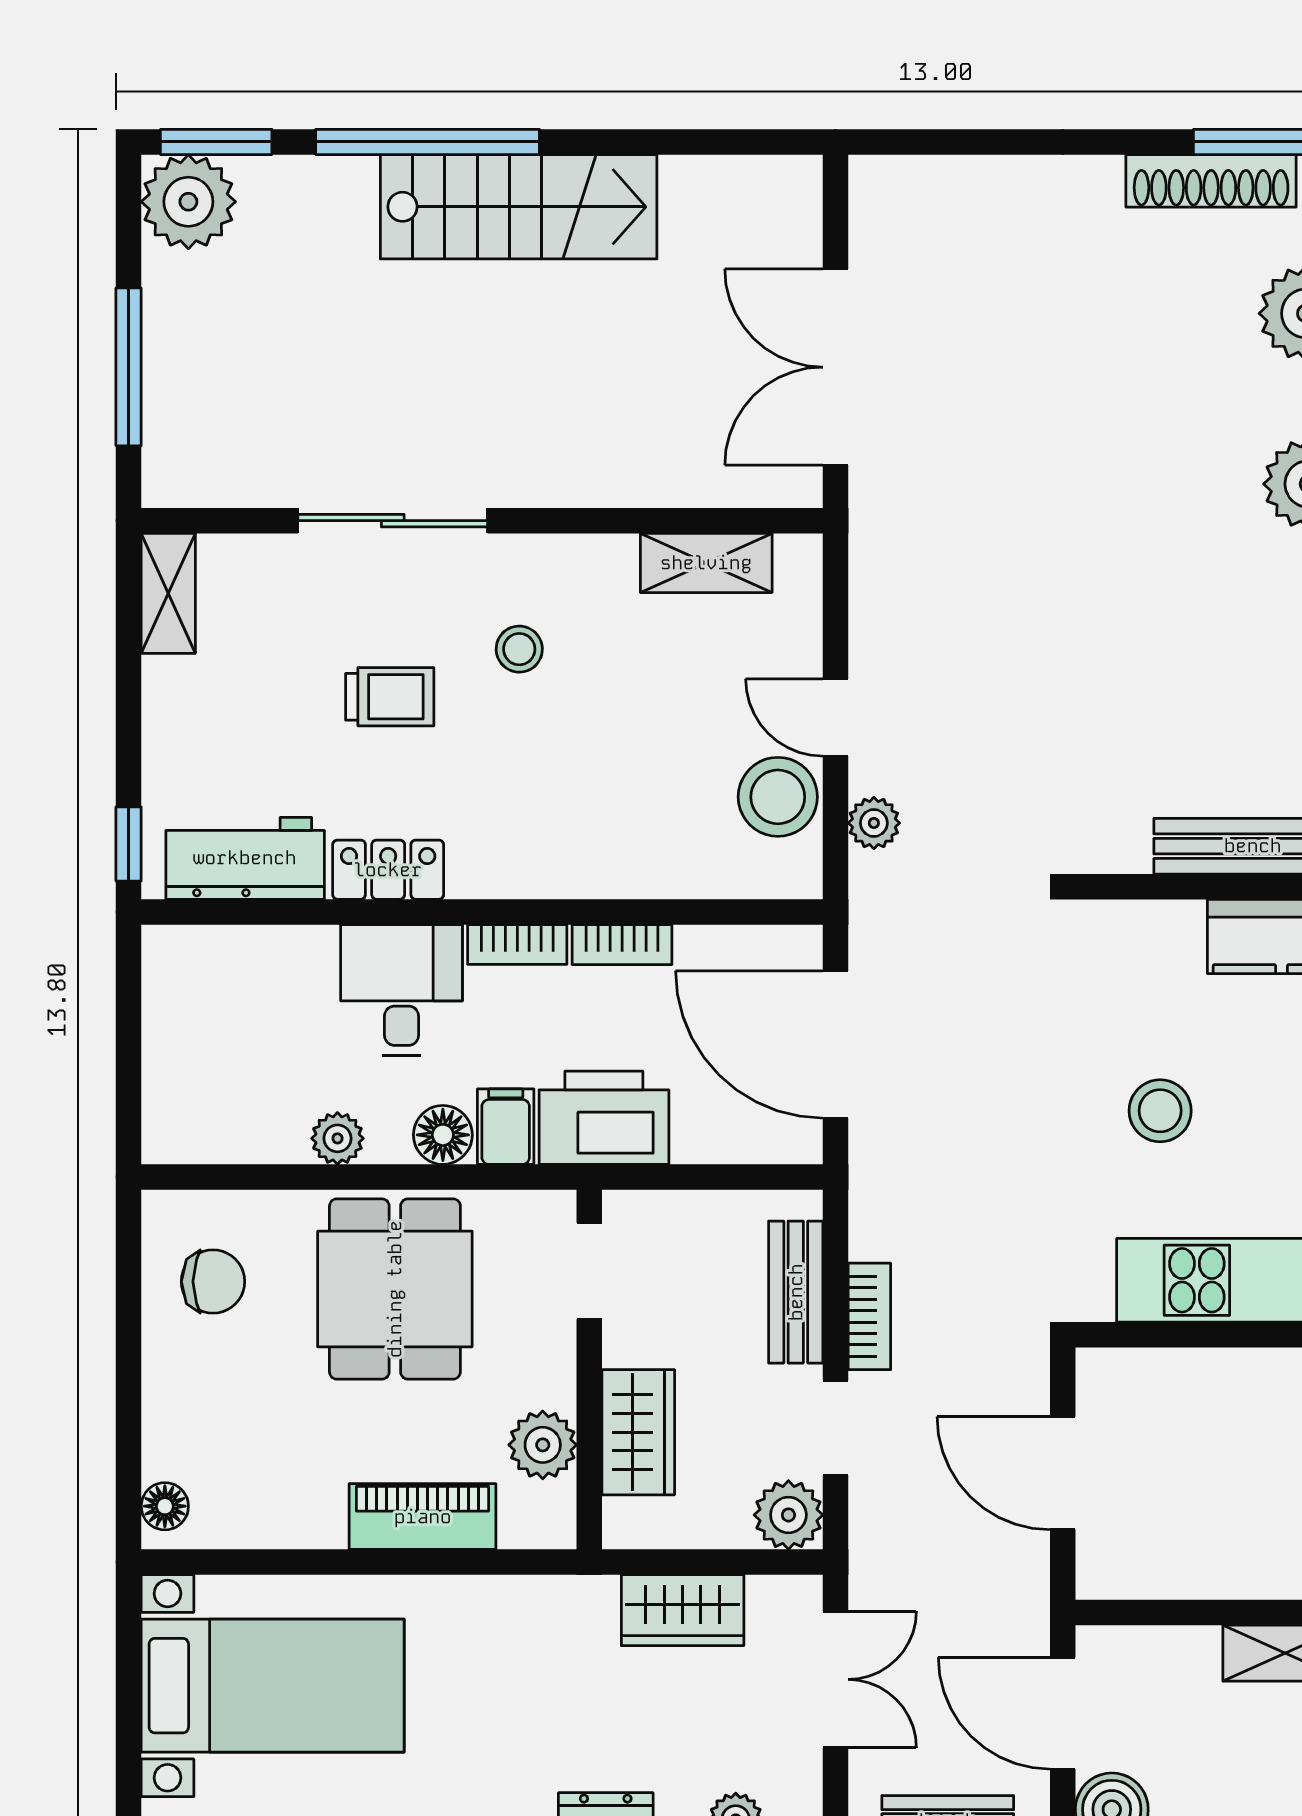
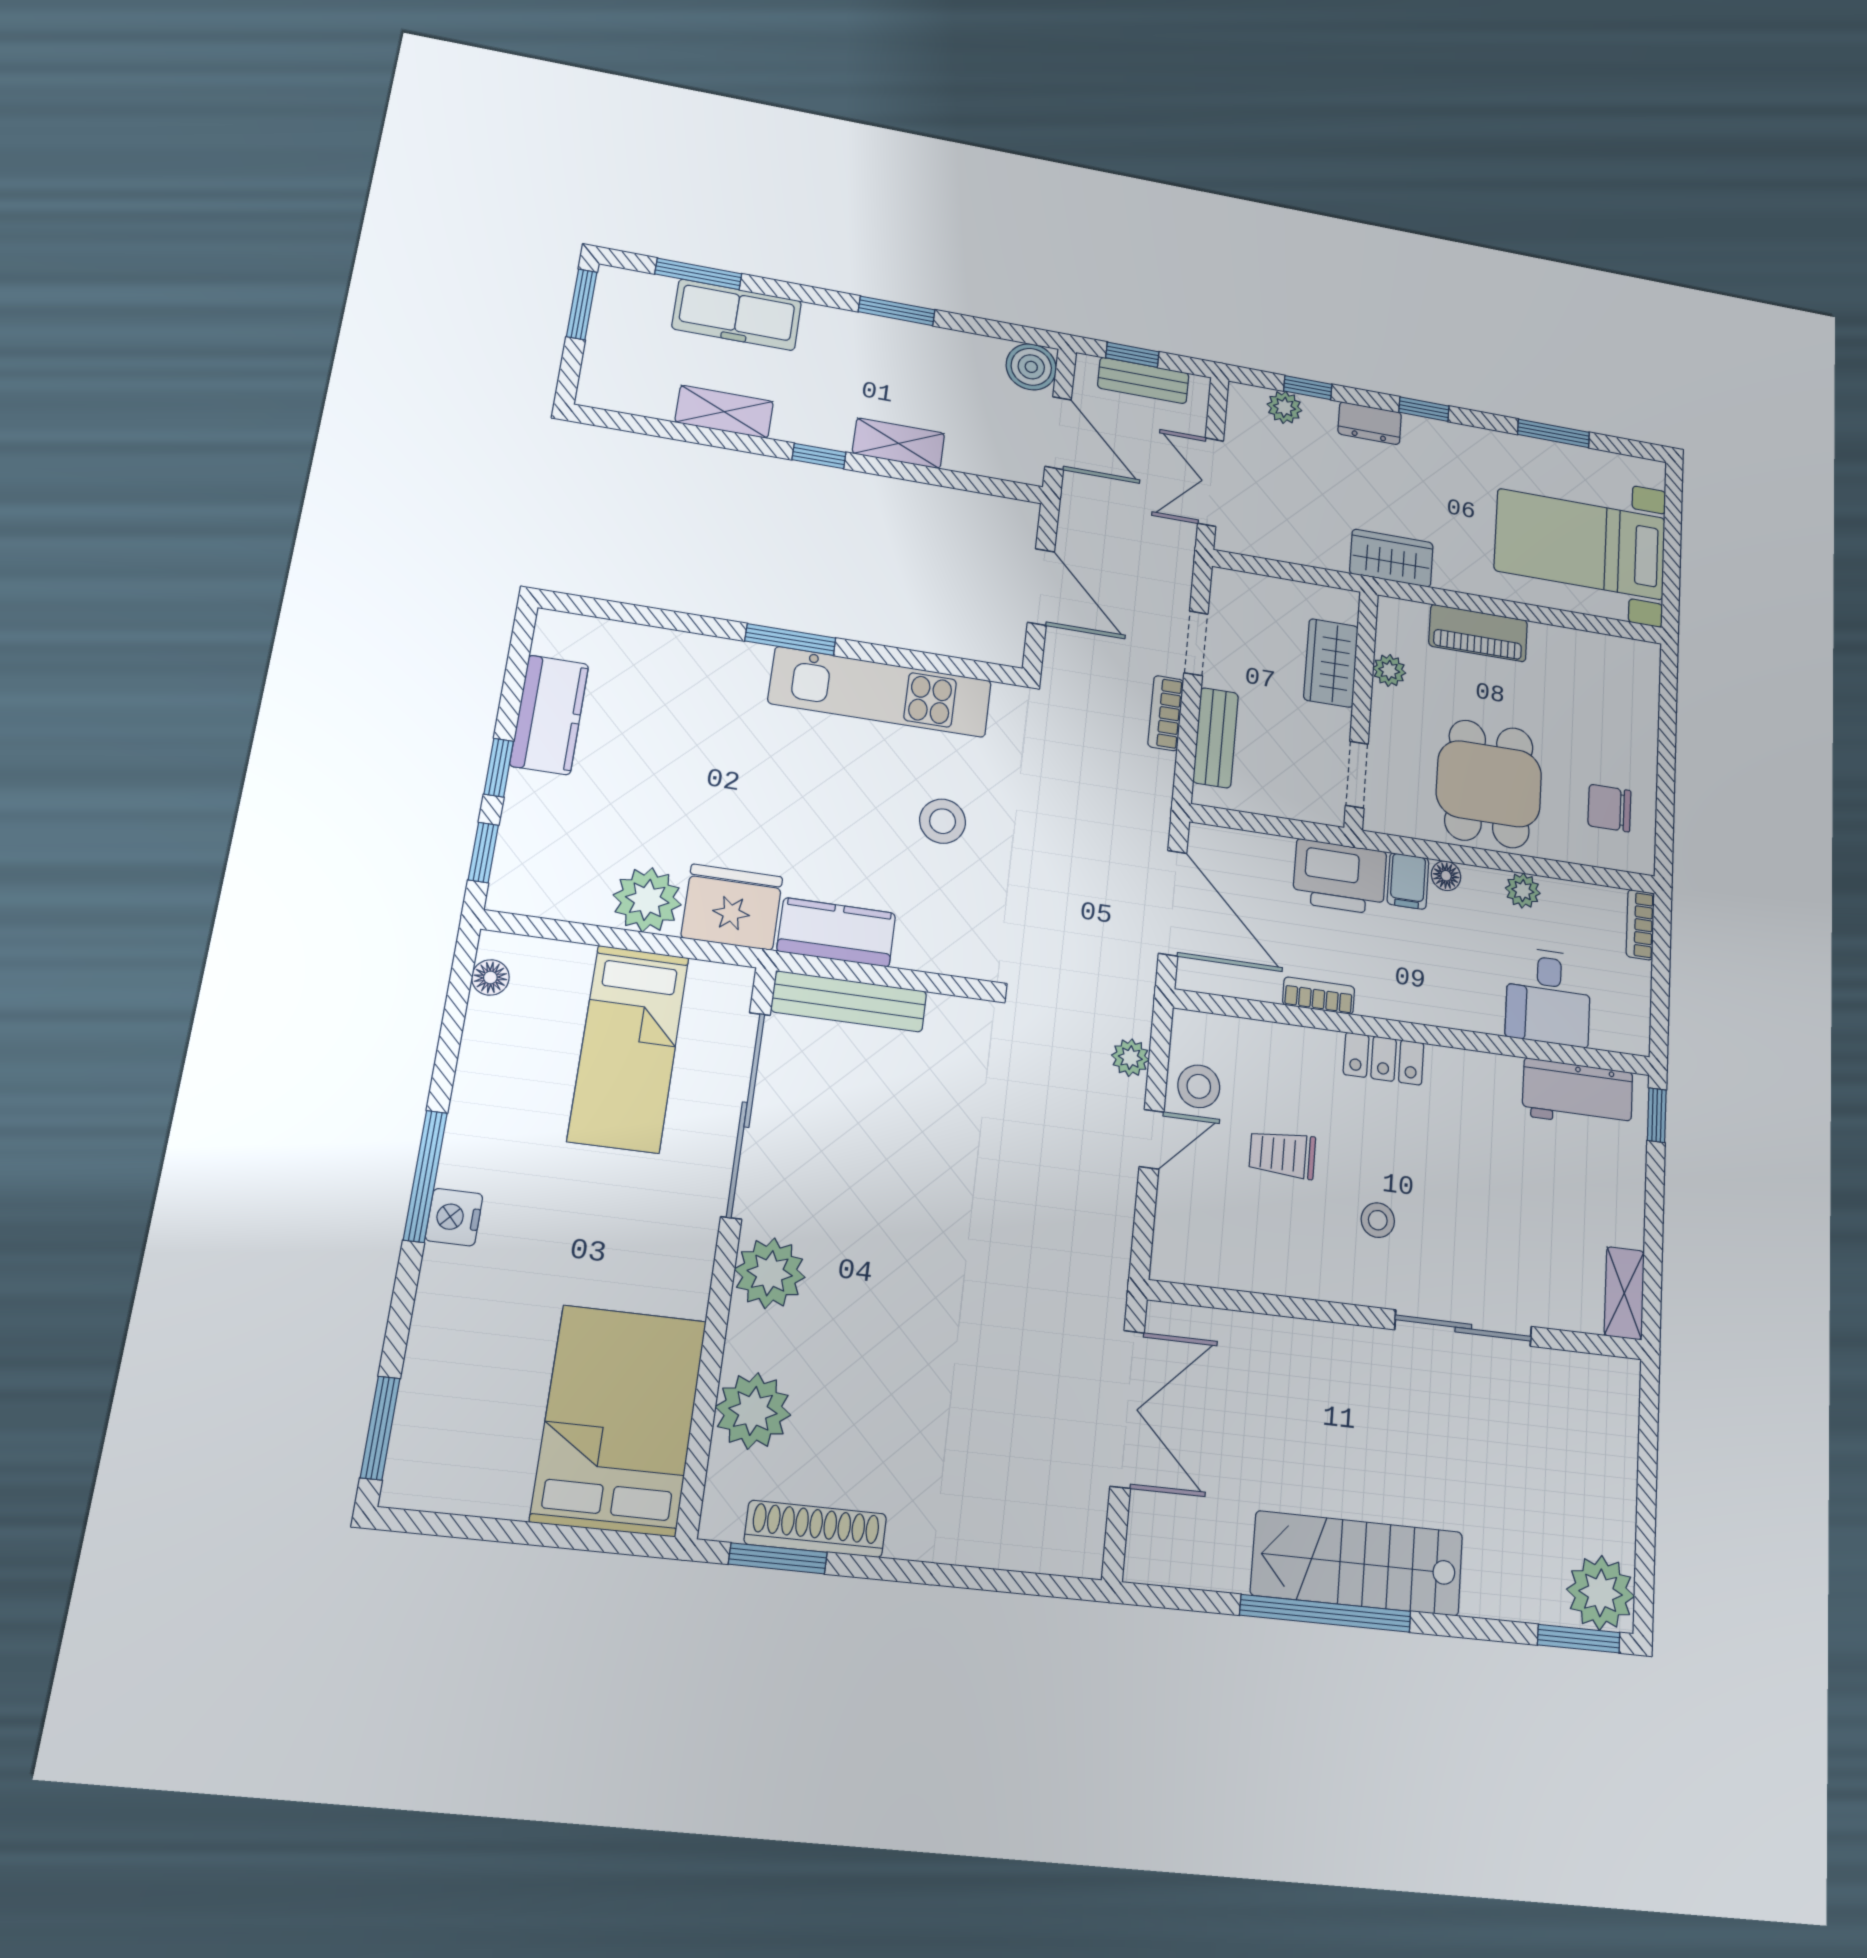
window: (428, 142) -> (1326, 1613), moved
window: (129, 367) -> (1647, 1468), removed
shelving: (706, 563) -> (1237, 1268), removed
trolley: (390, 697) -> (1282, 1154), moved
door: (835, 717) -> (1151, 1139), hinge flipped
stool: (778, 797) -> (1199, 1086), width x0.73, depth x0.73
locker: (388, 870) -> (1384, 1059), moved
bookcase: (517, 944) -> (1640, 925), moved, turned -90
desk: (402, 990) -> (1548, 997), moved
floor lamp: (443, 1135) -> (1446, 876), width x0.73, depth x0.73
plant: (543, 1445) -> (1389, 670), width x0.73, depth x0.73
floor lamp: (165, 1506) -> (1645, 668), removed
plant: (788, 1515) -> (1233, 592), removed
wardrobe: (683, 1610) -> (1391, 558), moved

